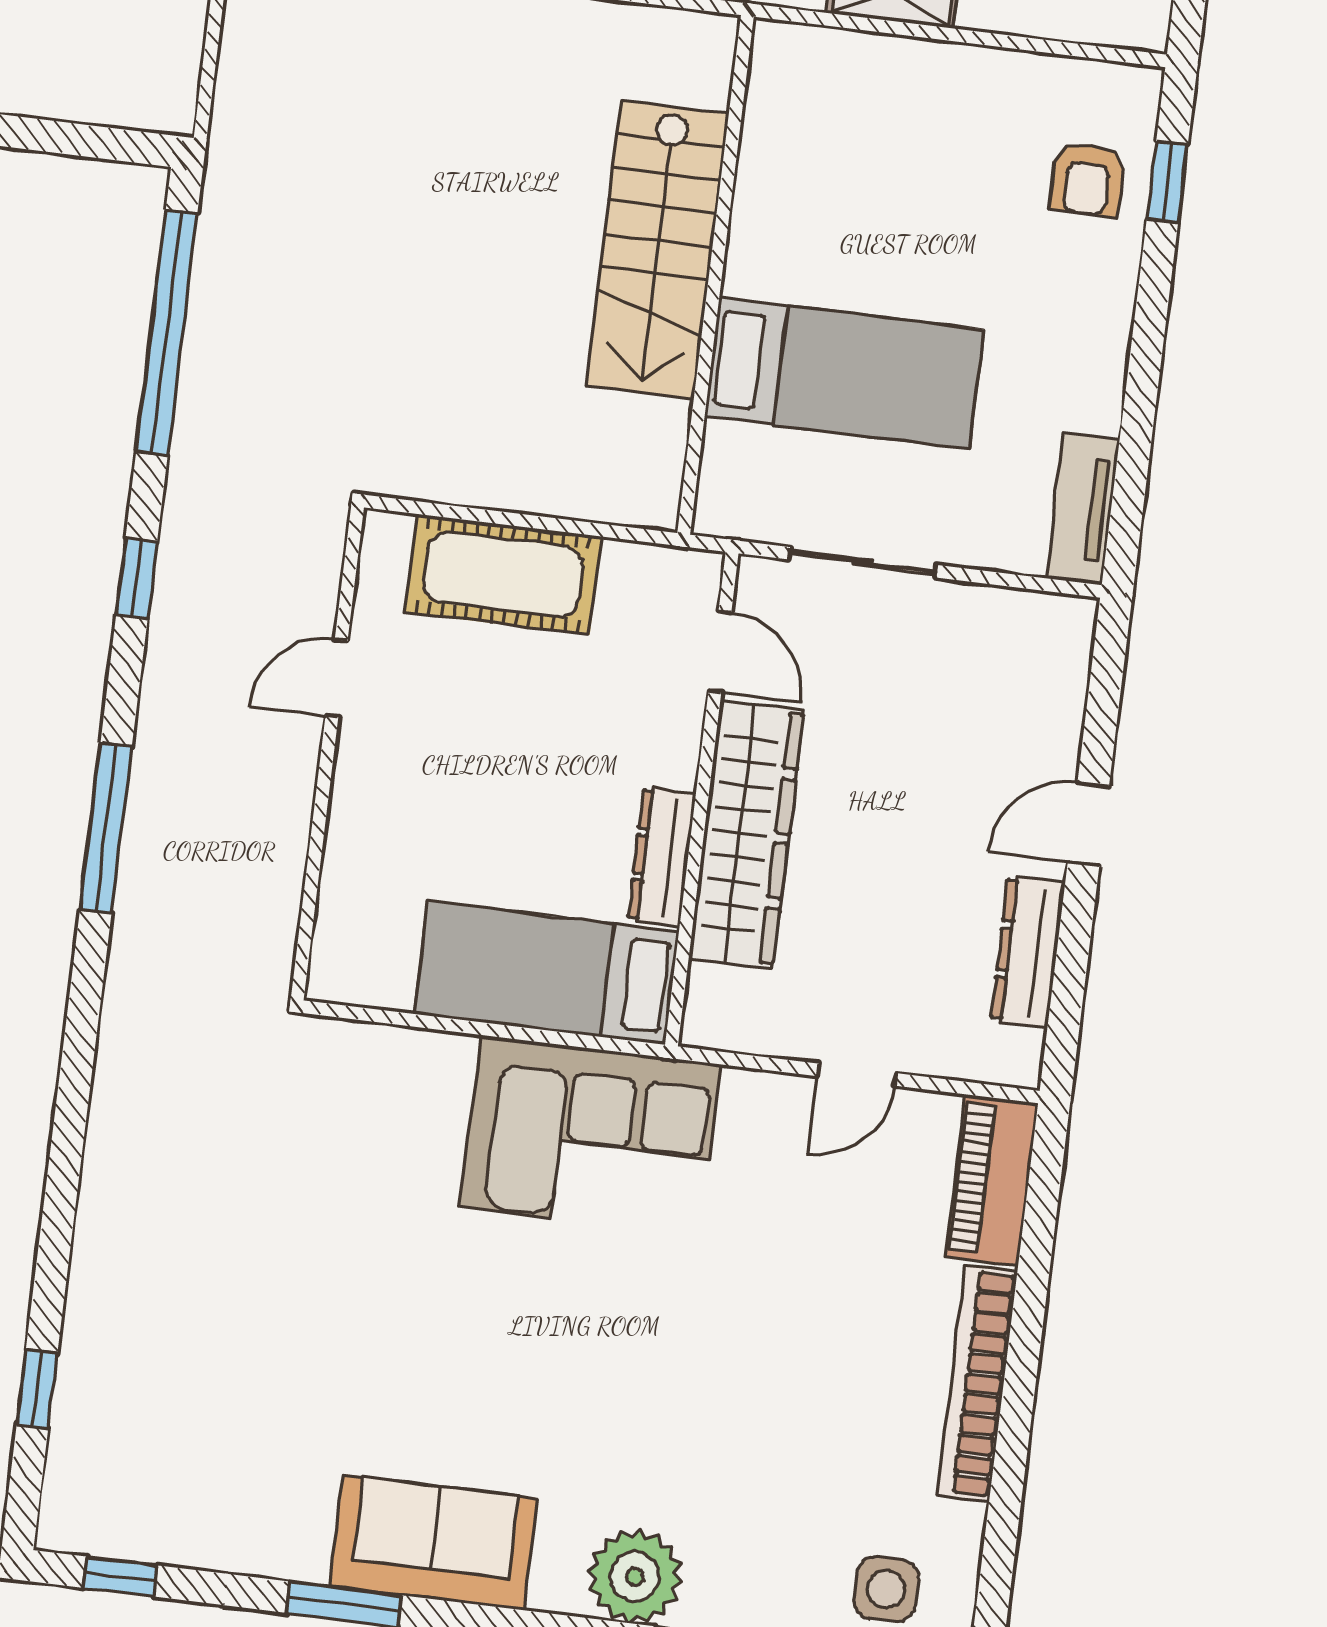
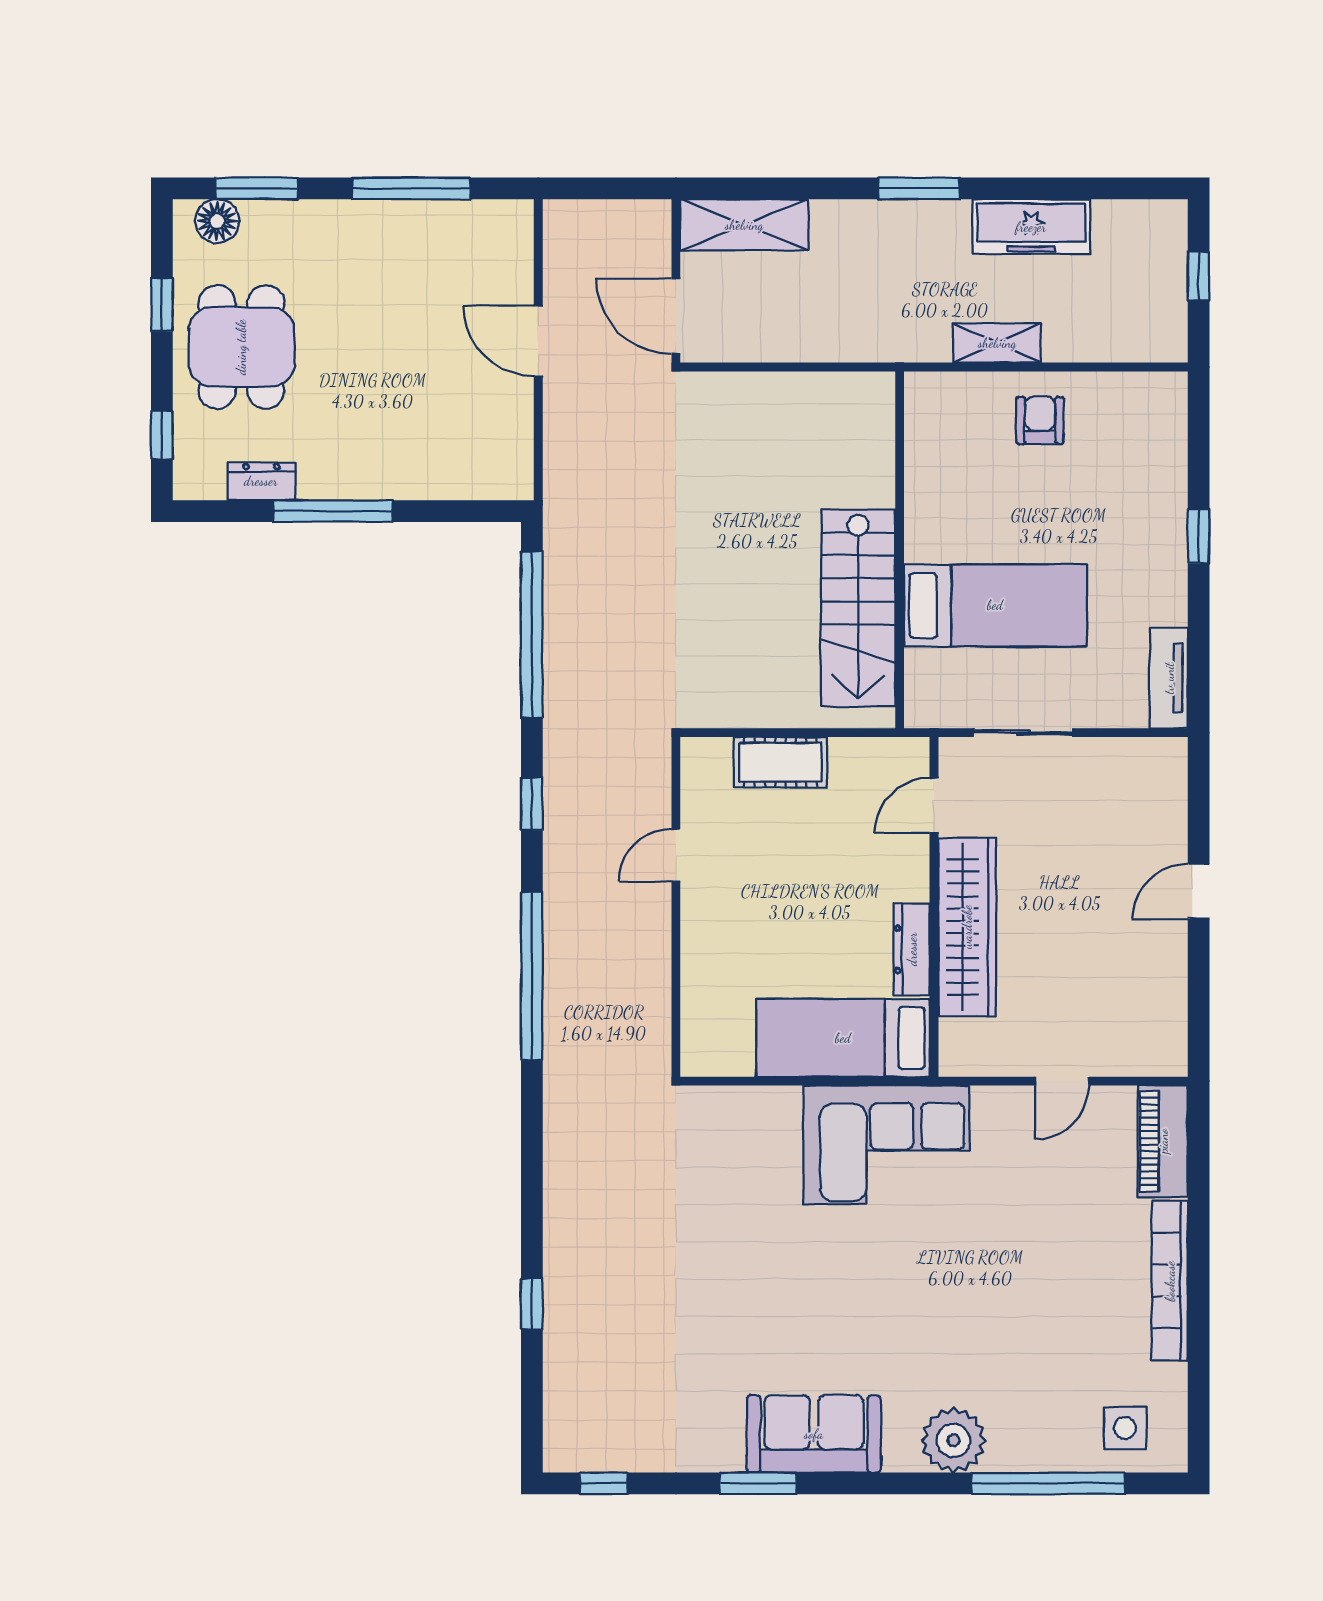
armchair: (1087, 179) -> (1040, 420), moved, turned 180
window: (1167, 182) -> (1199, 536), moved
stairs: (658, 250) -> (858, 608), moved
cot: (503, 574) -> (780, 762), width x0.73, depth x0.75
door: (720, 652) -> (934, 805), swing flipped
window: (106, 828) -> (532, 976), width x1.46
dresser: (1028, 952) -> (1168, 984), removed
window: (37, 1389) -> (532, 1304), moved

